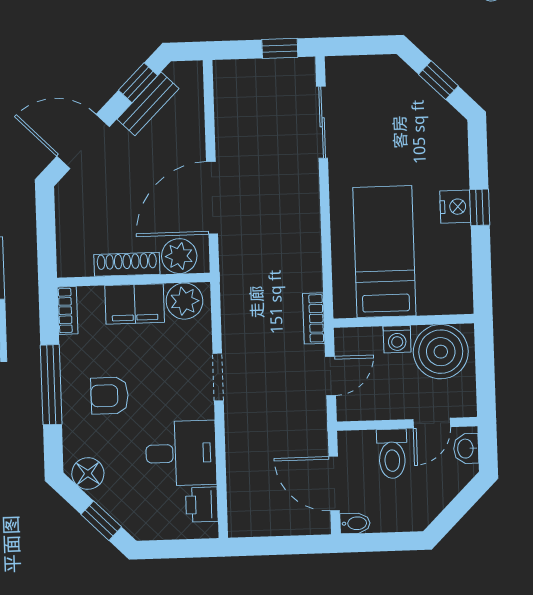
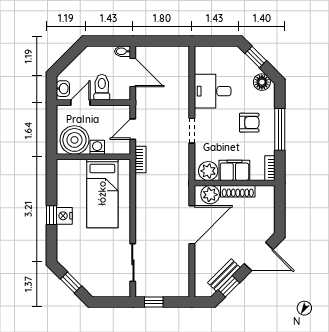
printer: (202, 505) -> (203, 64), removed

